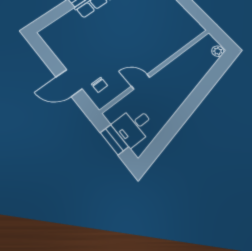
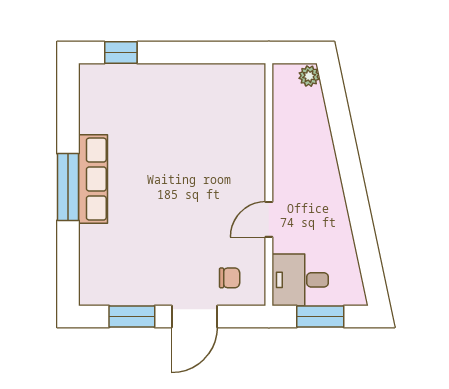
window: (48, 57) -> (132, 317), added
desk: (134, 126) -> (300, 280), moved, turned 90

